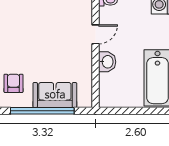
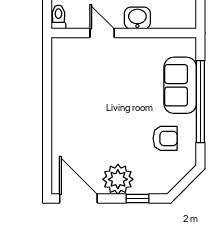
armchair: (13, 83) -> (165, 138), turned 180

